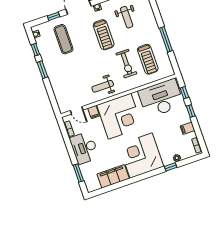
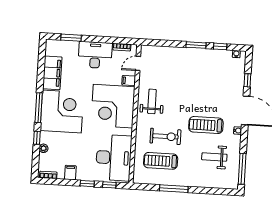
exercise mat: (63, 39) -> (219, 81), removed
exercise bike: (126, 64) -> (165, 136), turned 180
window: (146, 176) -> (39, 108), added

